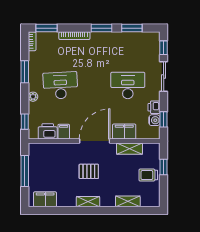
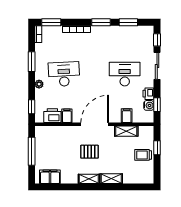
filing cabinet: (124, 132) -> (127, 116), width x0.50
shelving: (128, 201) -> (111, 179), moved

